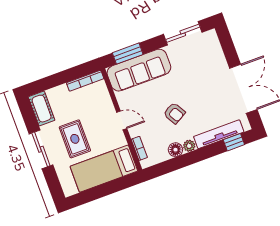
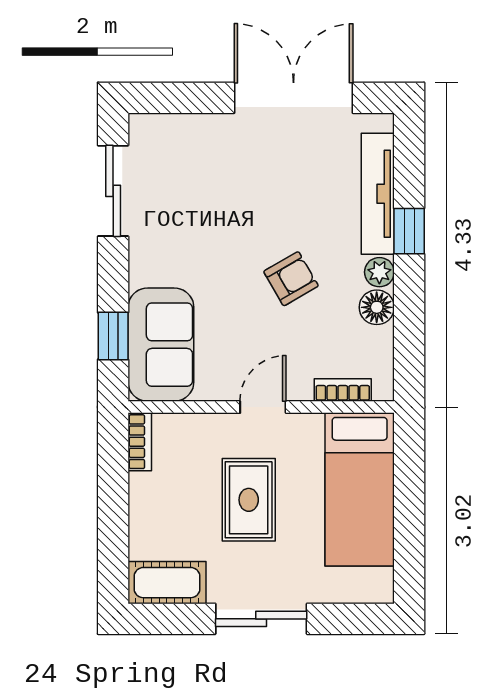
window: (128, 54) -> (113, 336), width x0.67
sofa: (139, 70) -> (161, 345), width x0.73
bookcase: (85, 81) -> (140, 442), width x0.64
rug: (75, 139) -> (249, 500), moved, turned 90
window: (234, 142) -> (409, 231), moved

